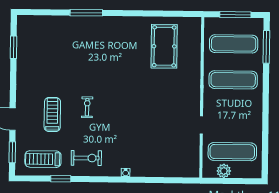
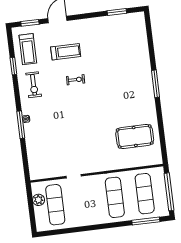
window: (86, 13) -> (156, 84), moved
window: (235, 15) -> (169, 192), width x1.46
treadmill: (43, 159) -> (28, 49), turned 180
window: (132, 180) -> (21, 125), added

